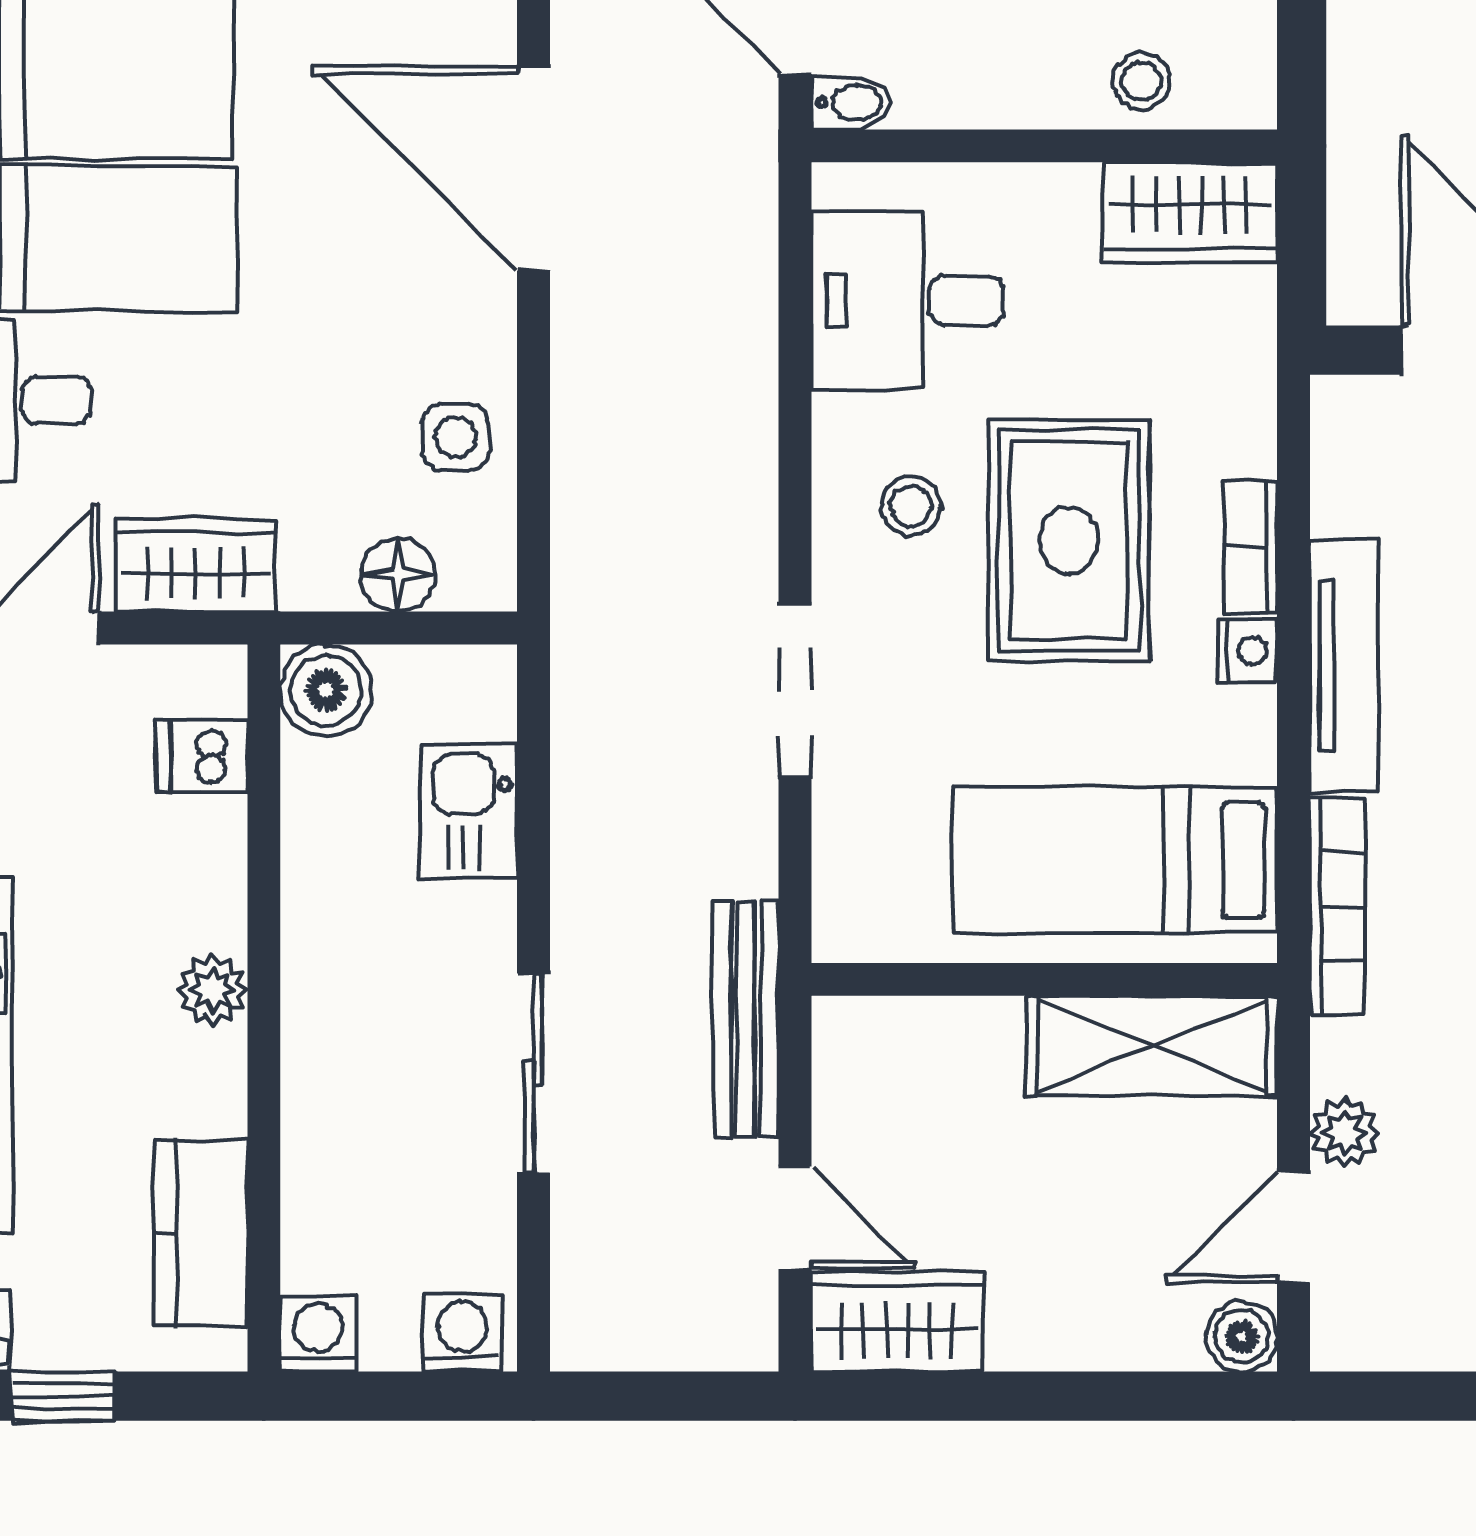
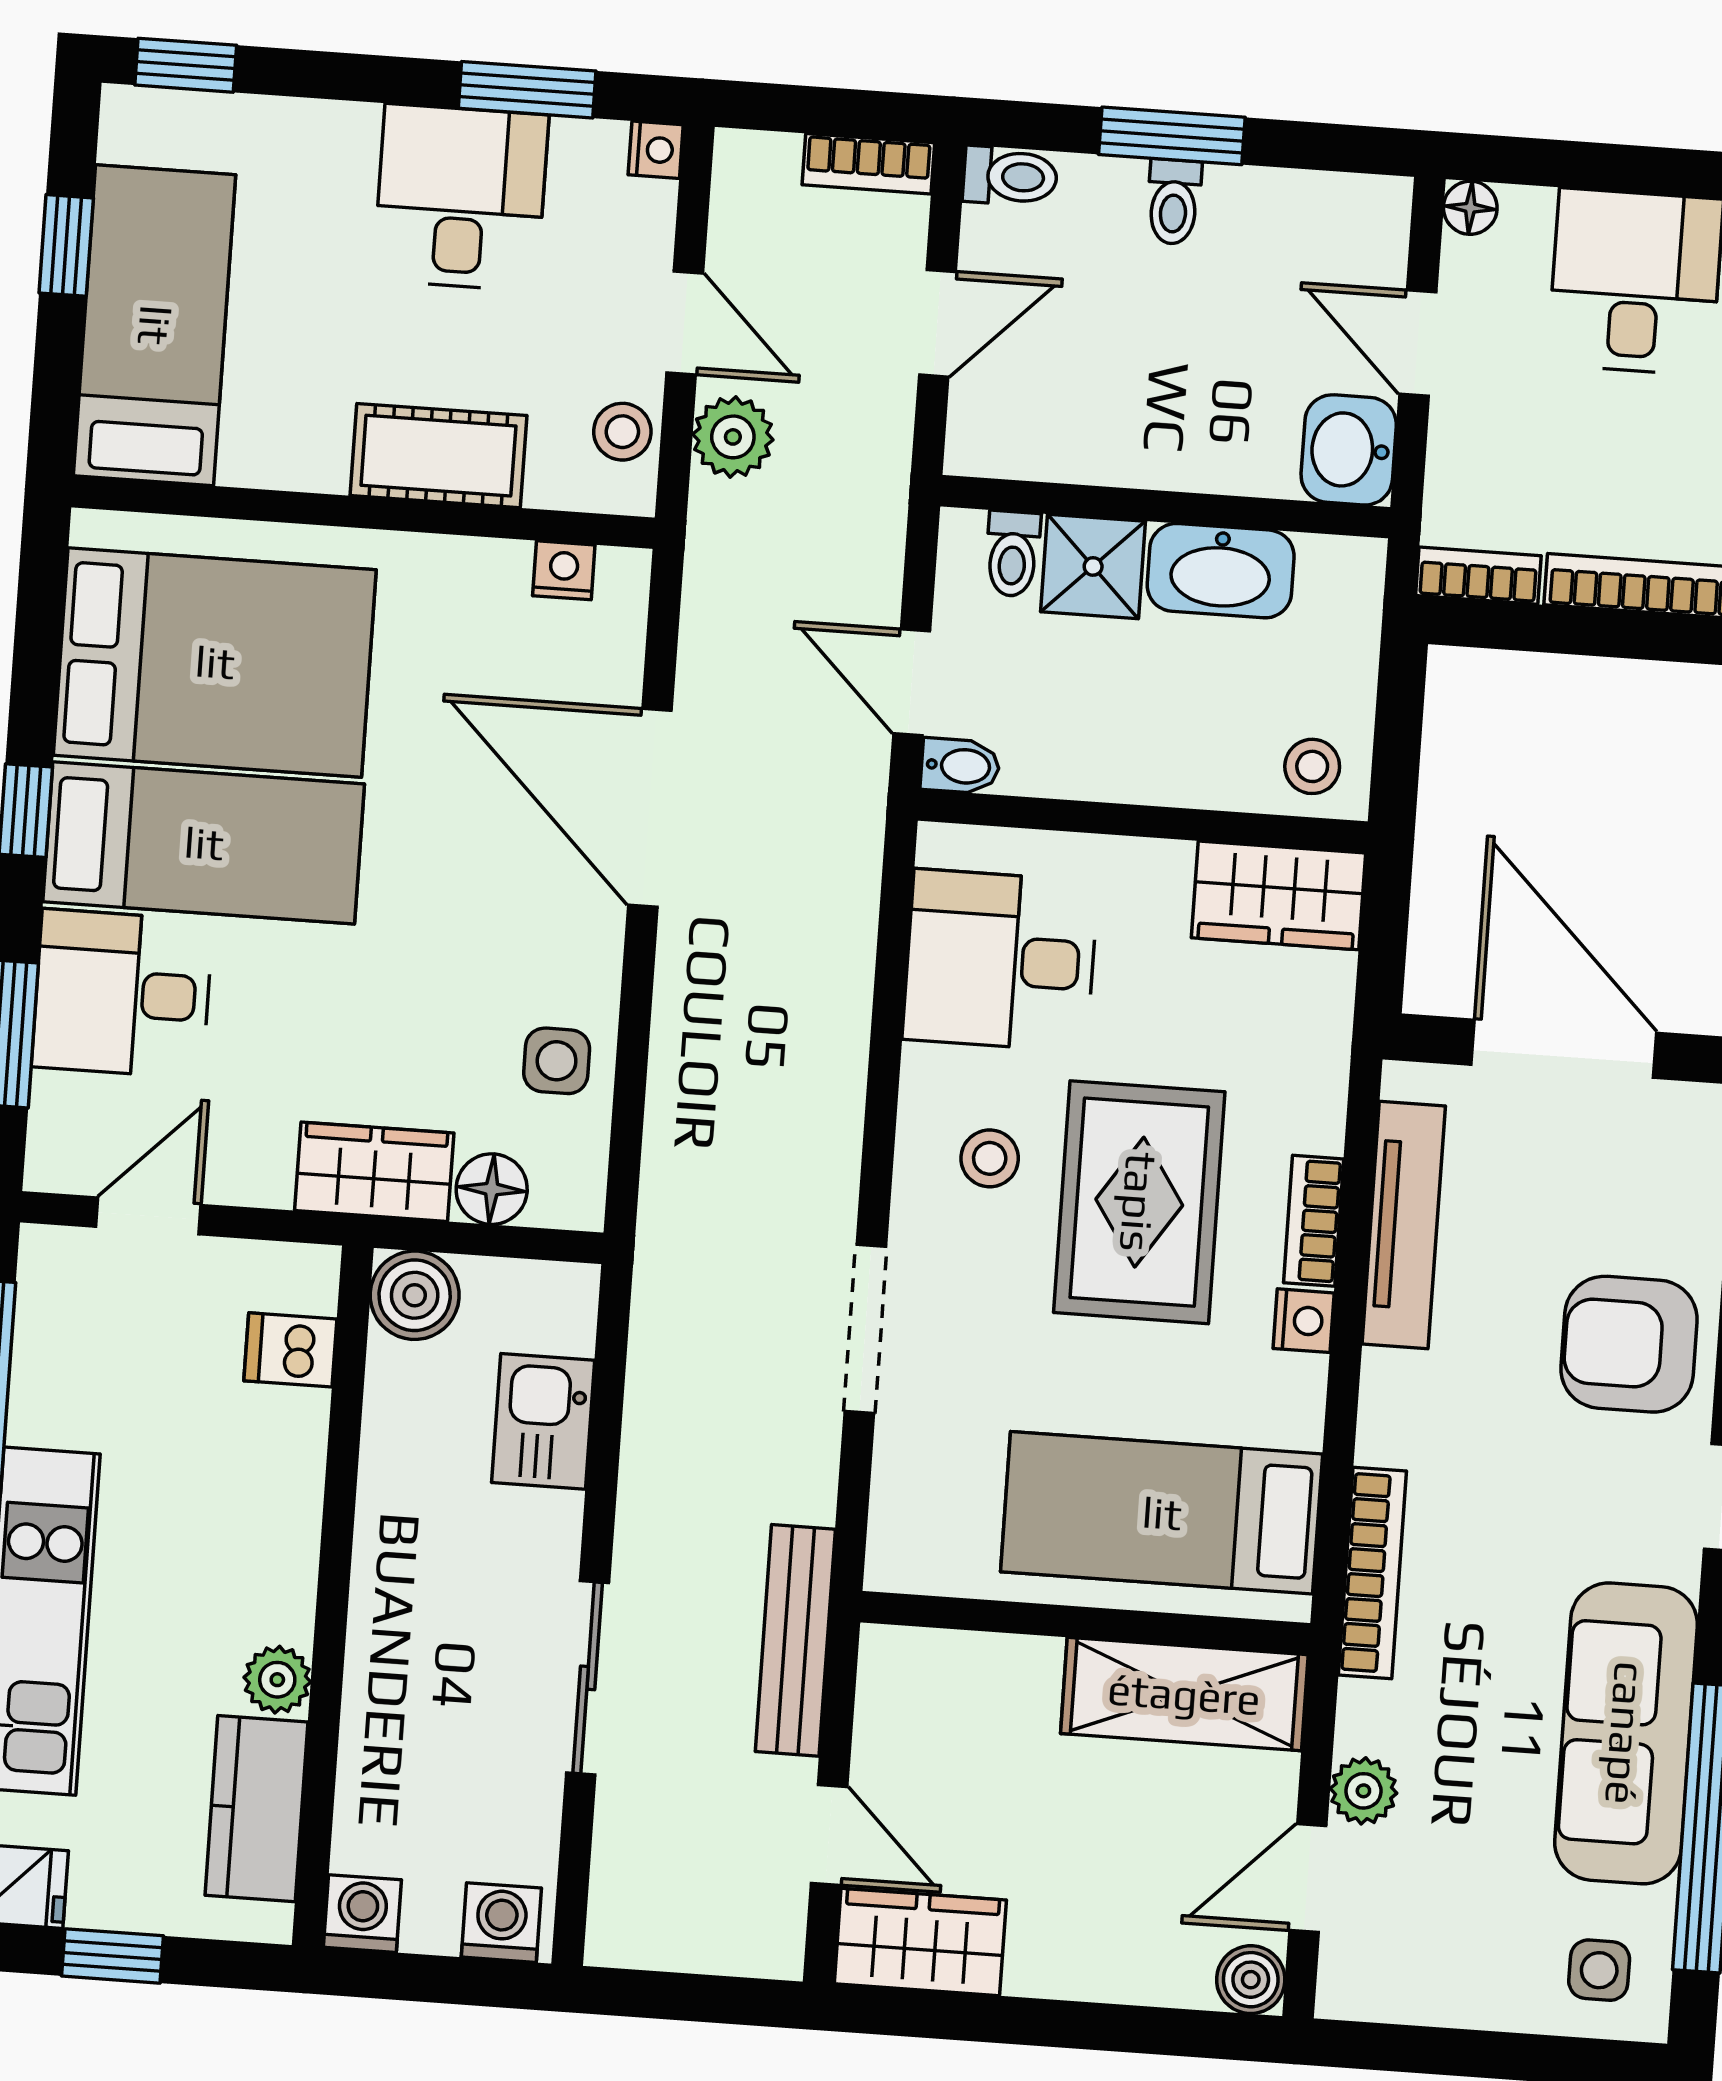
stool: (1141, 81) -> (1312, 766), moved
wardrobe: (196, 566) -> (374, 1172), moved
tv unit: (1344, 666) -> (1404, 1225), moved
plant: (213, 990) -> (277, 1680), moved

